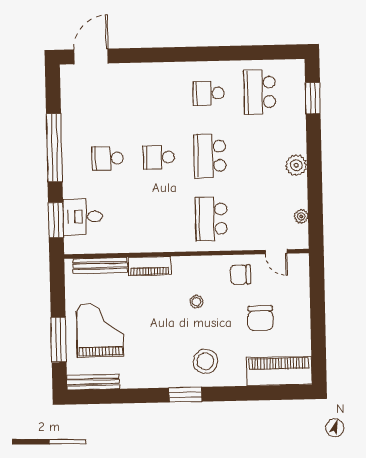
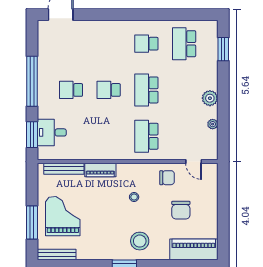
plant: (301, 216) -> (213, 124), moved
chair: (241, 275) -> (167, 178), turned 180

